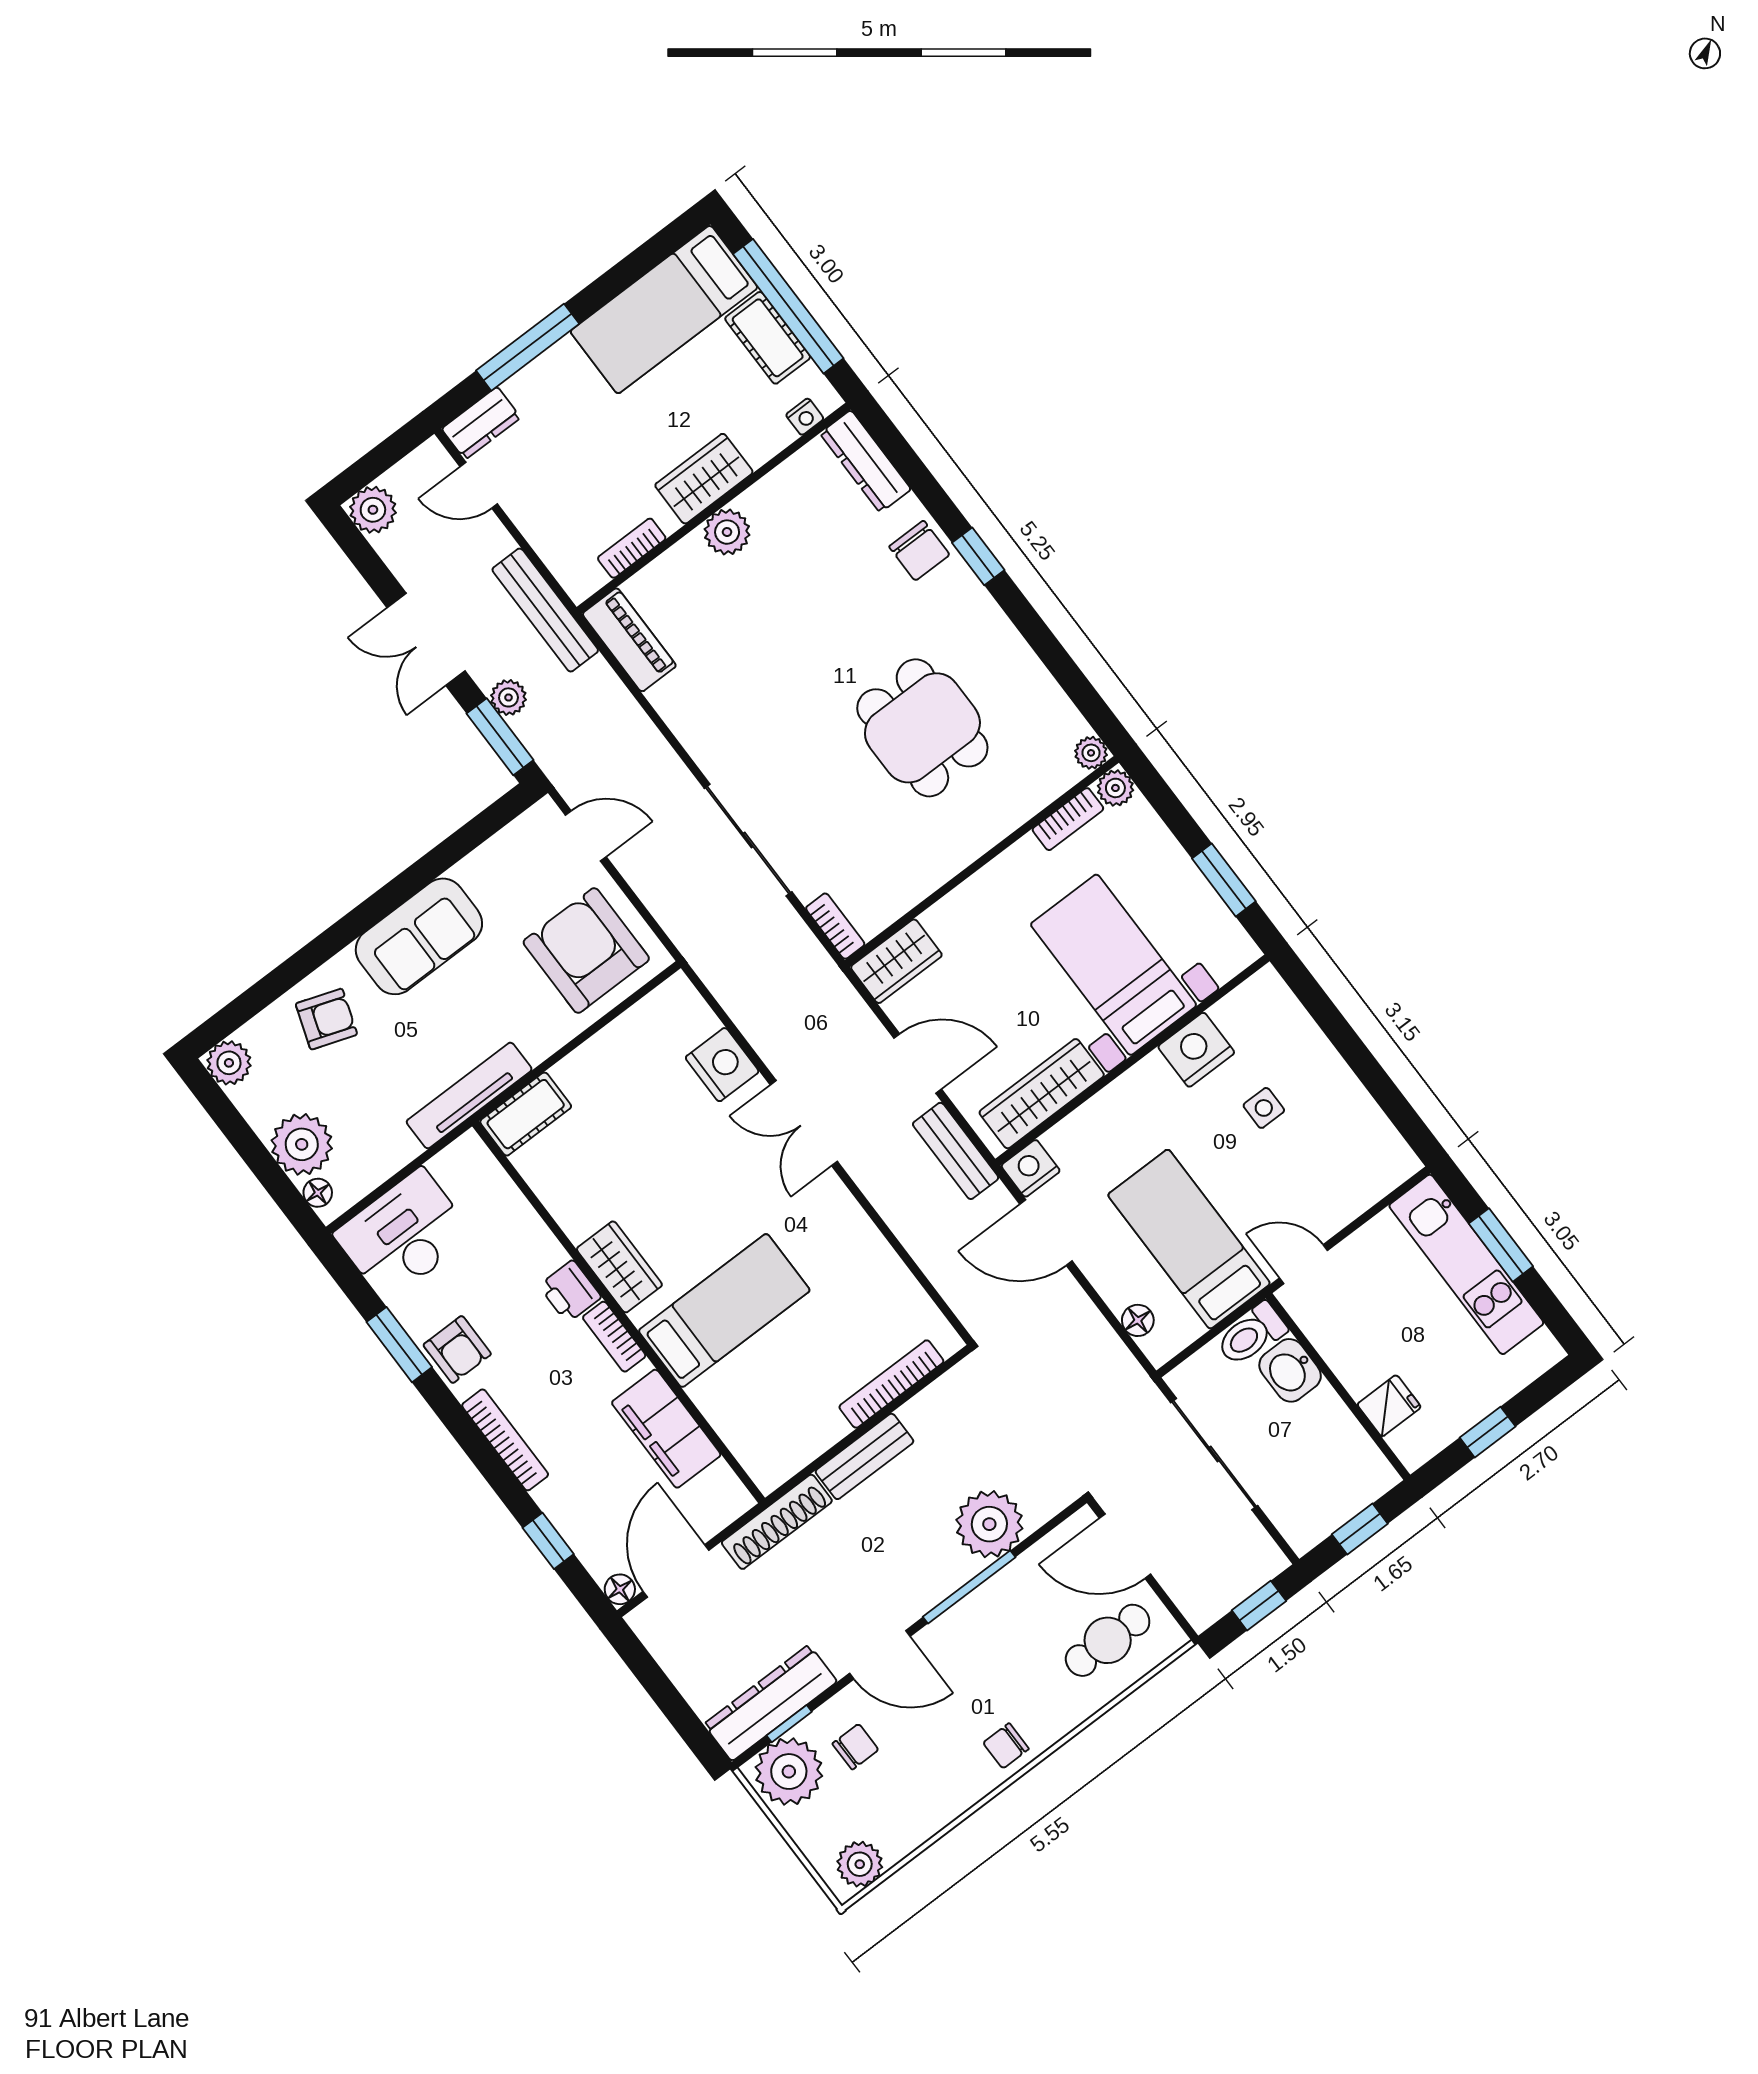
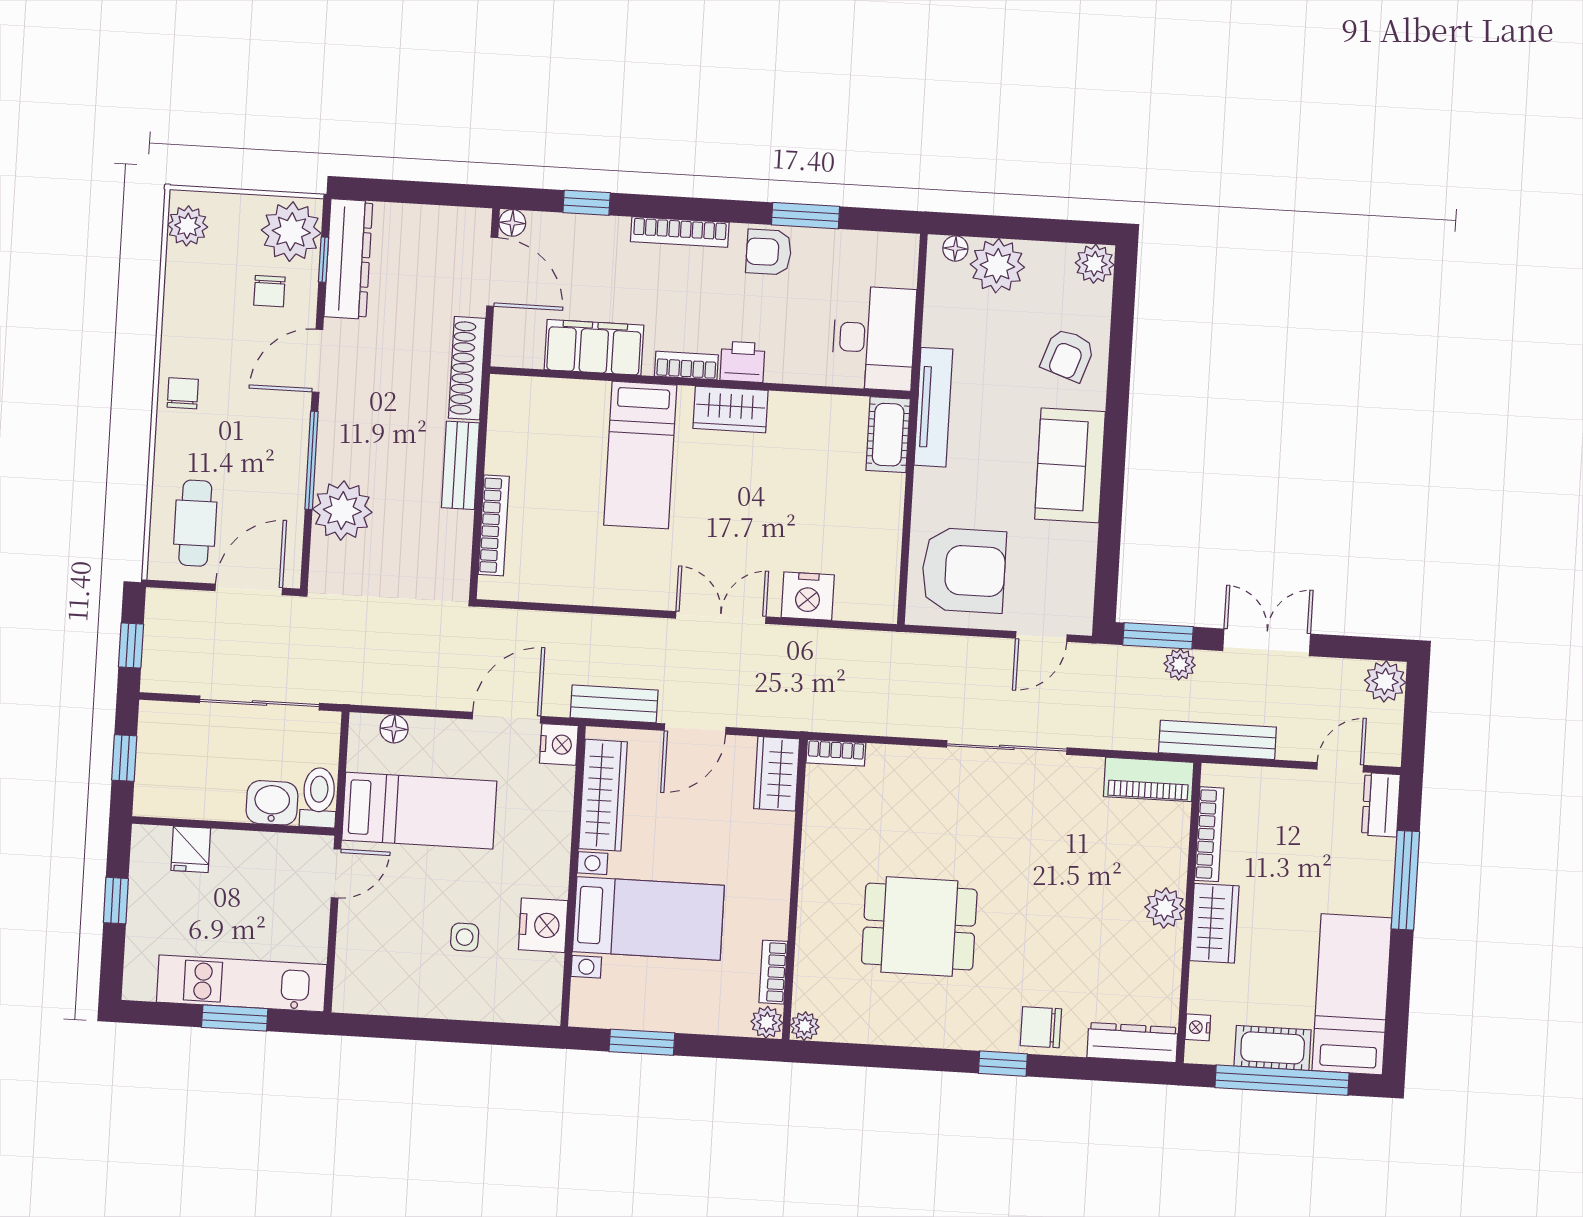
bookcase: (632, 548) -> (1209, 834), width x1.56
sliding door: (748, 840) -> (1007, 747), moved
desk: (404, 1235) -> (874, 338), moved

